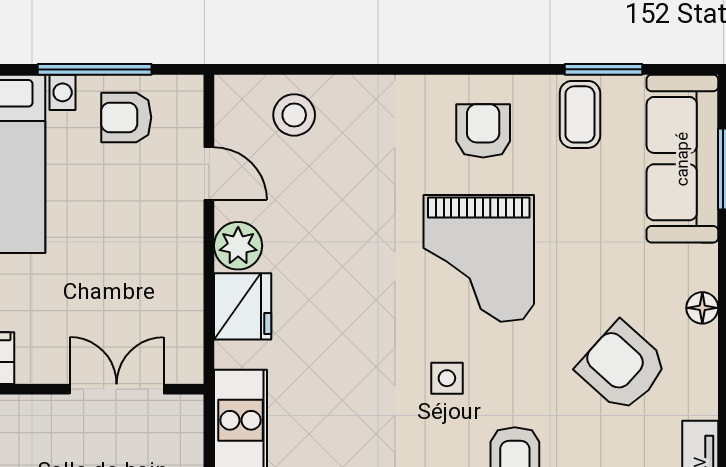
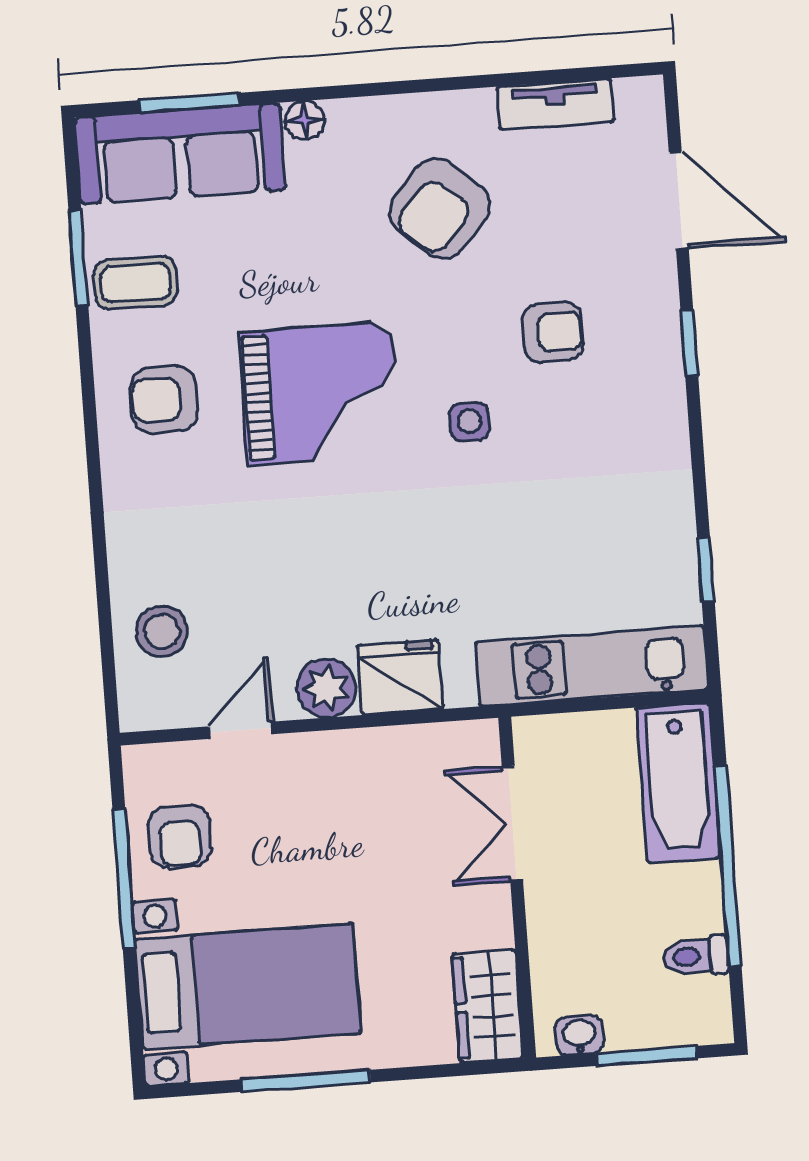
floor lamp: (702, 308) -> (305, 120), moved

